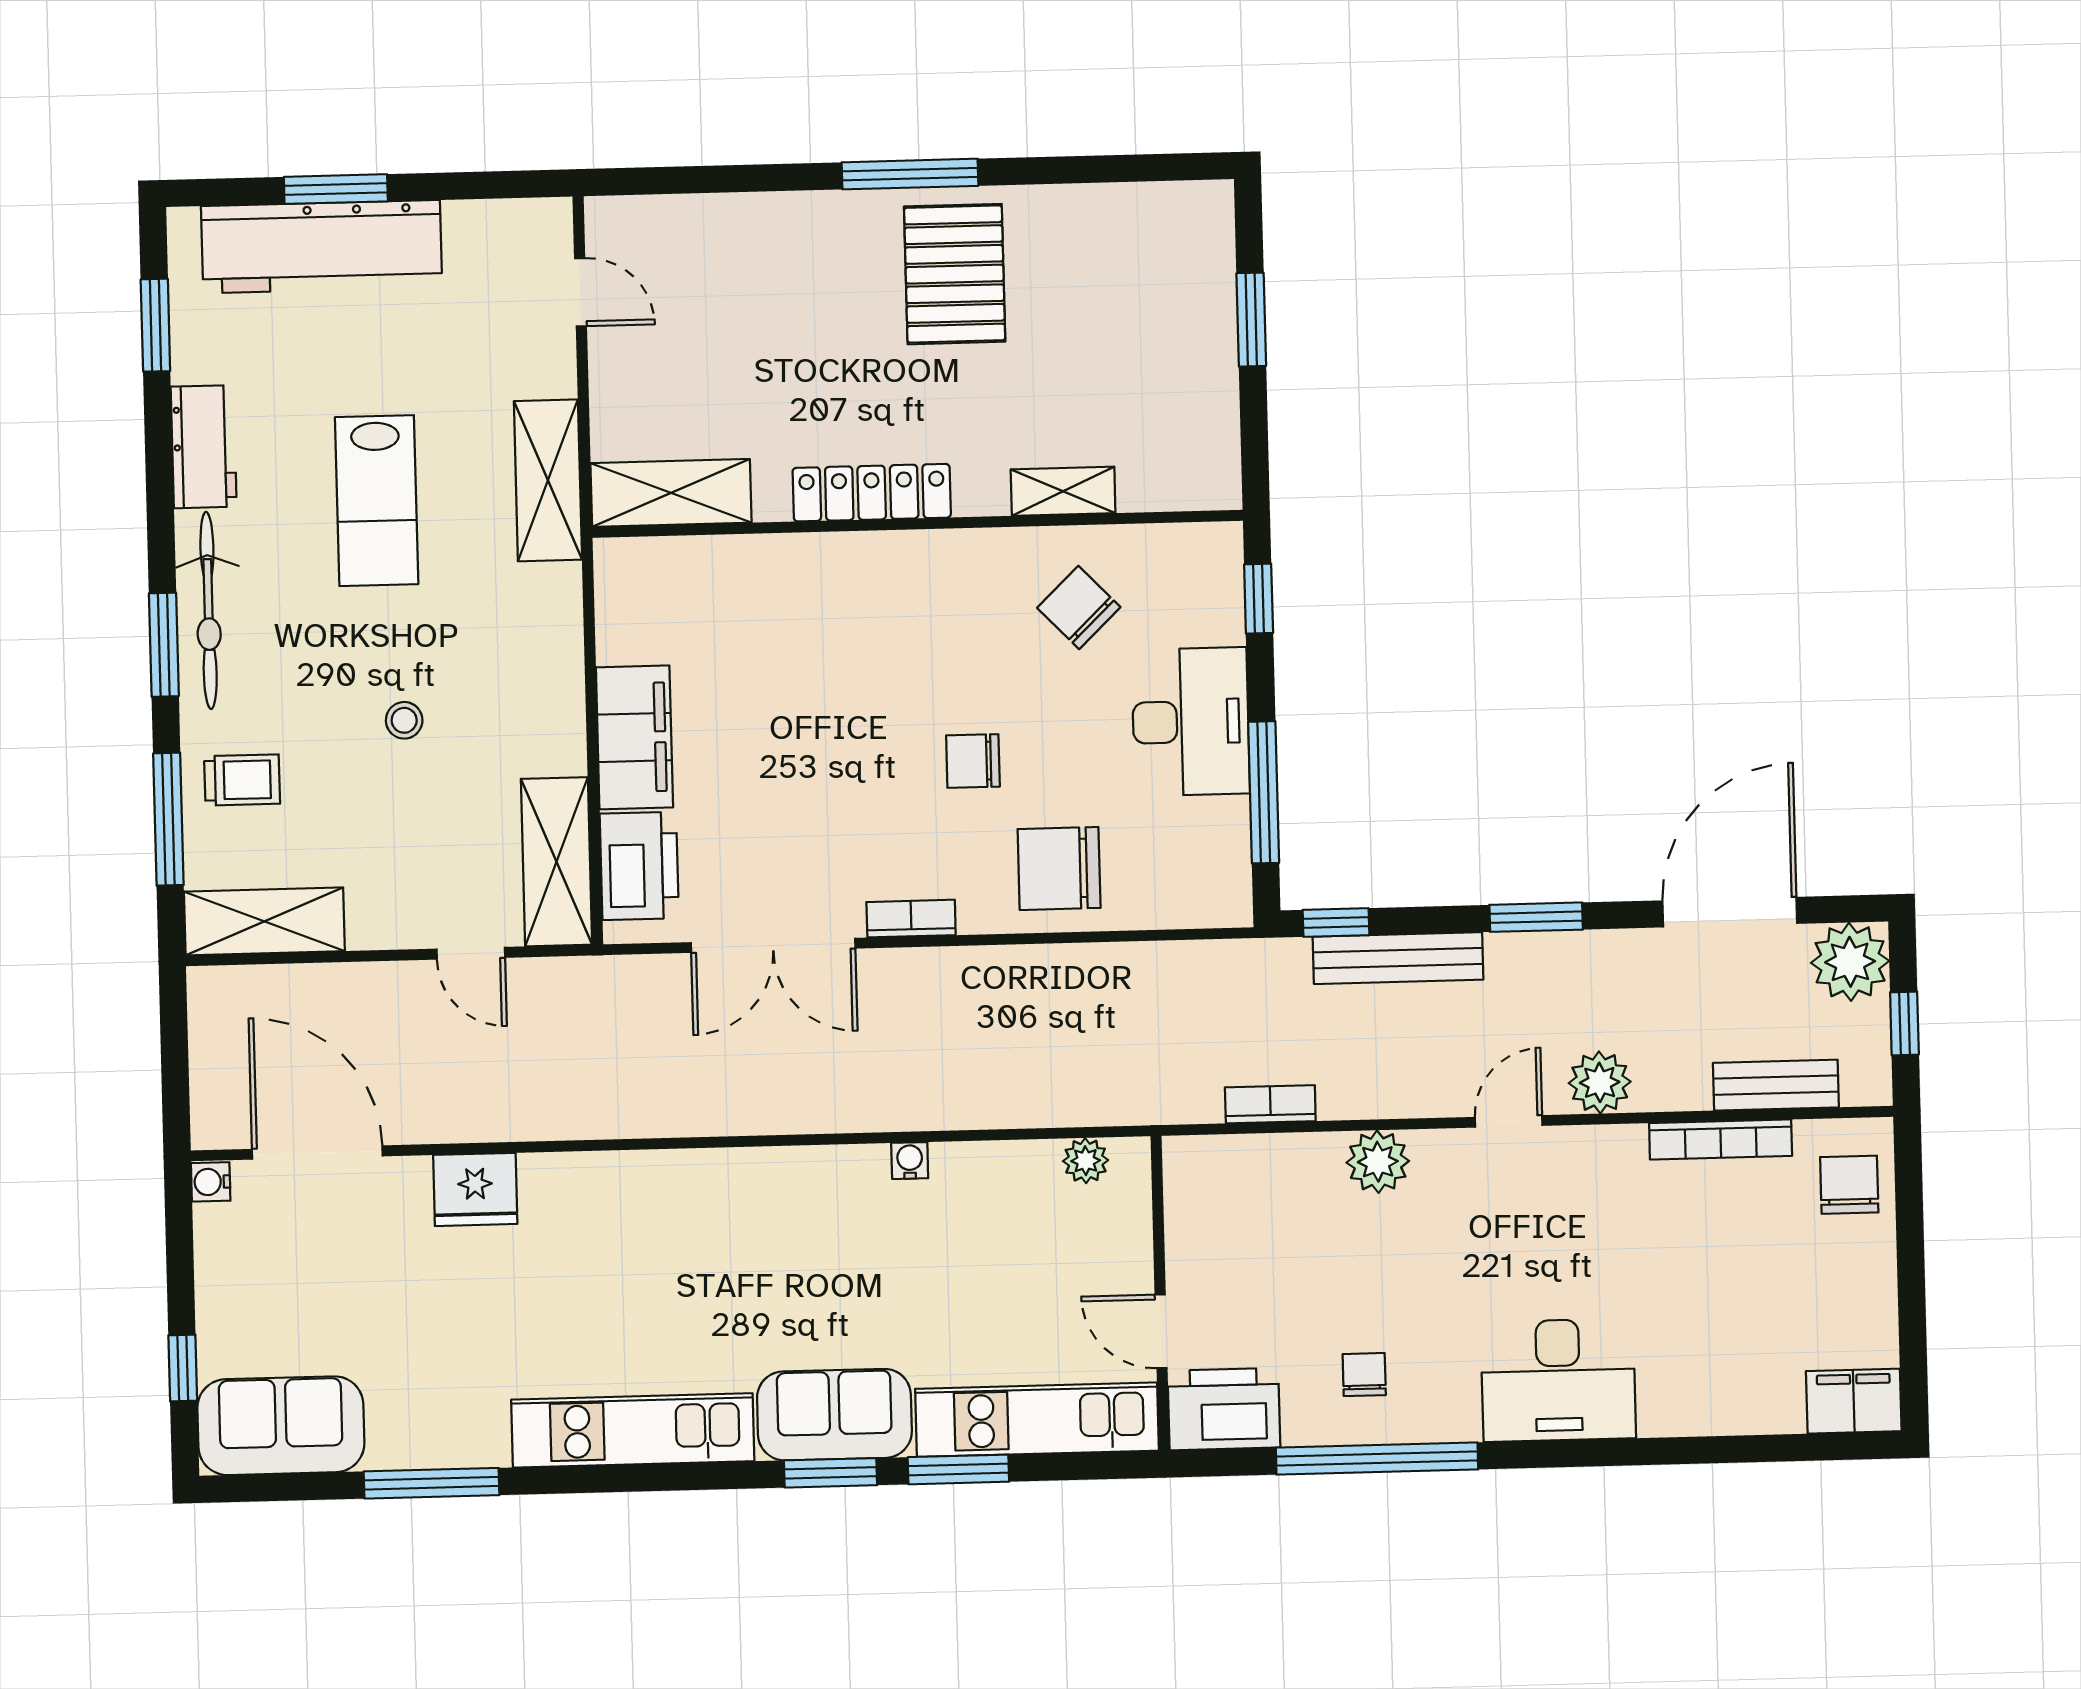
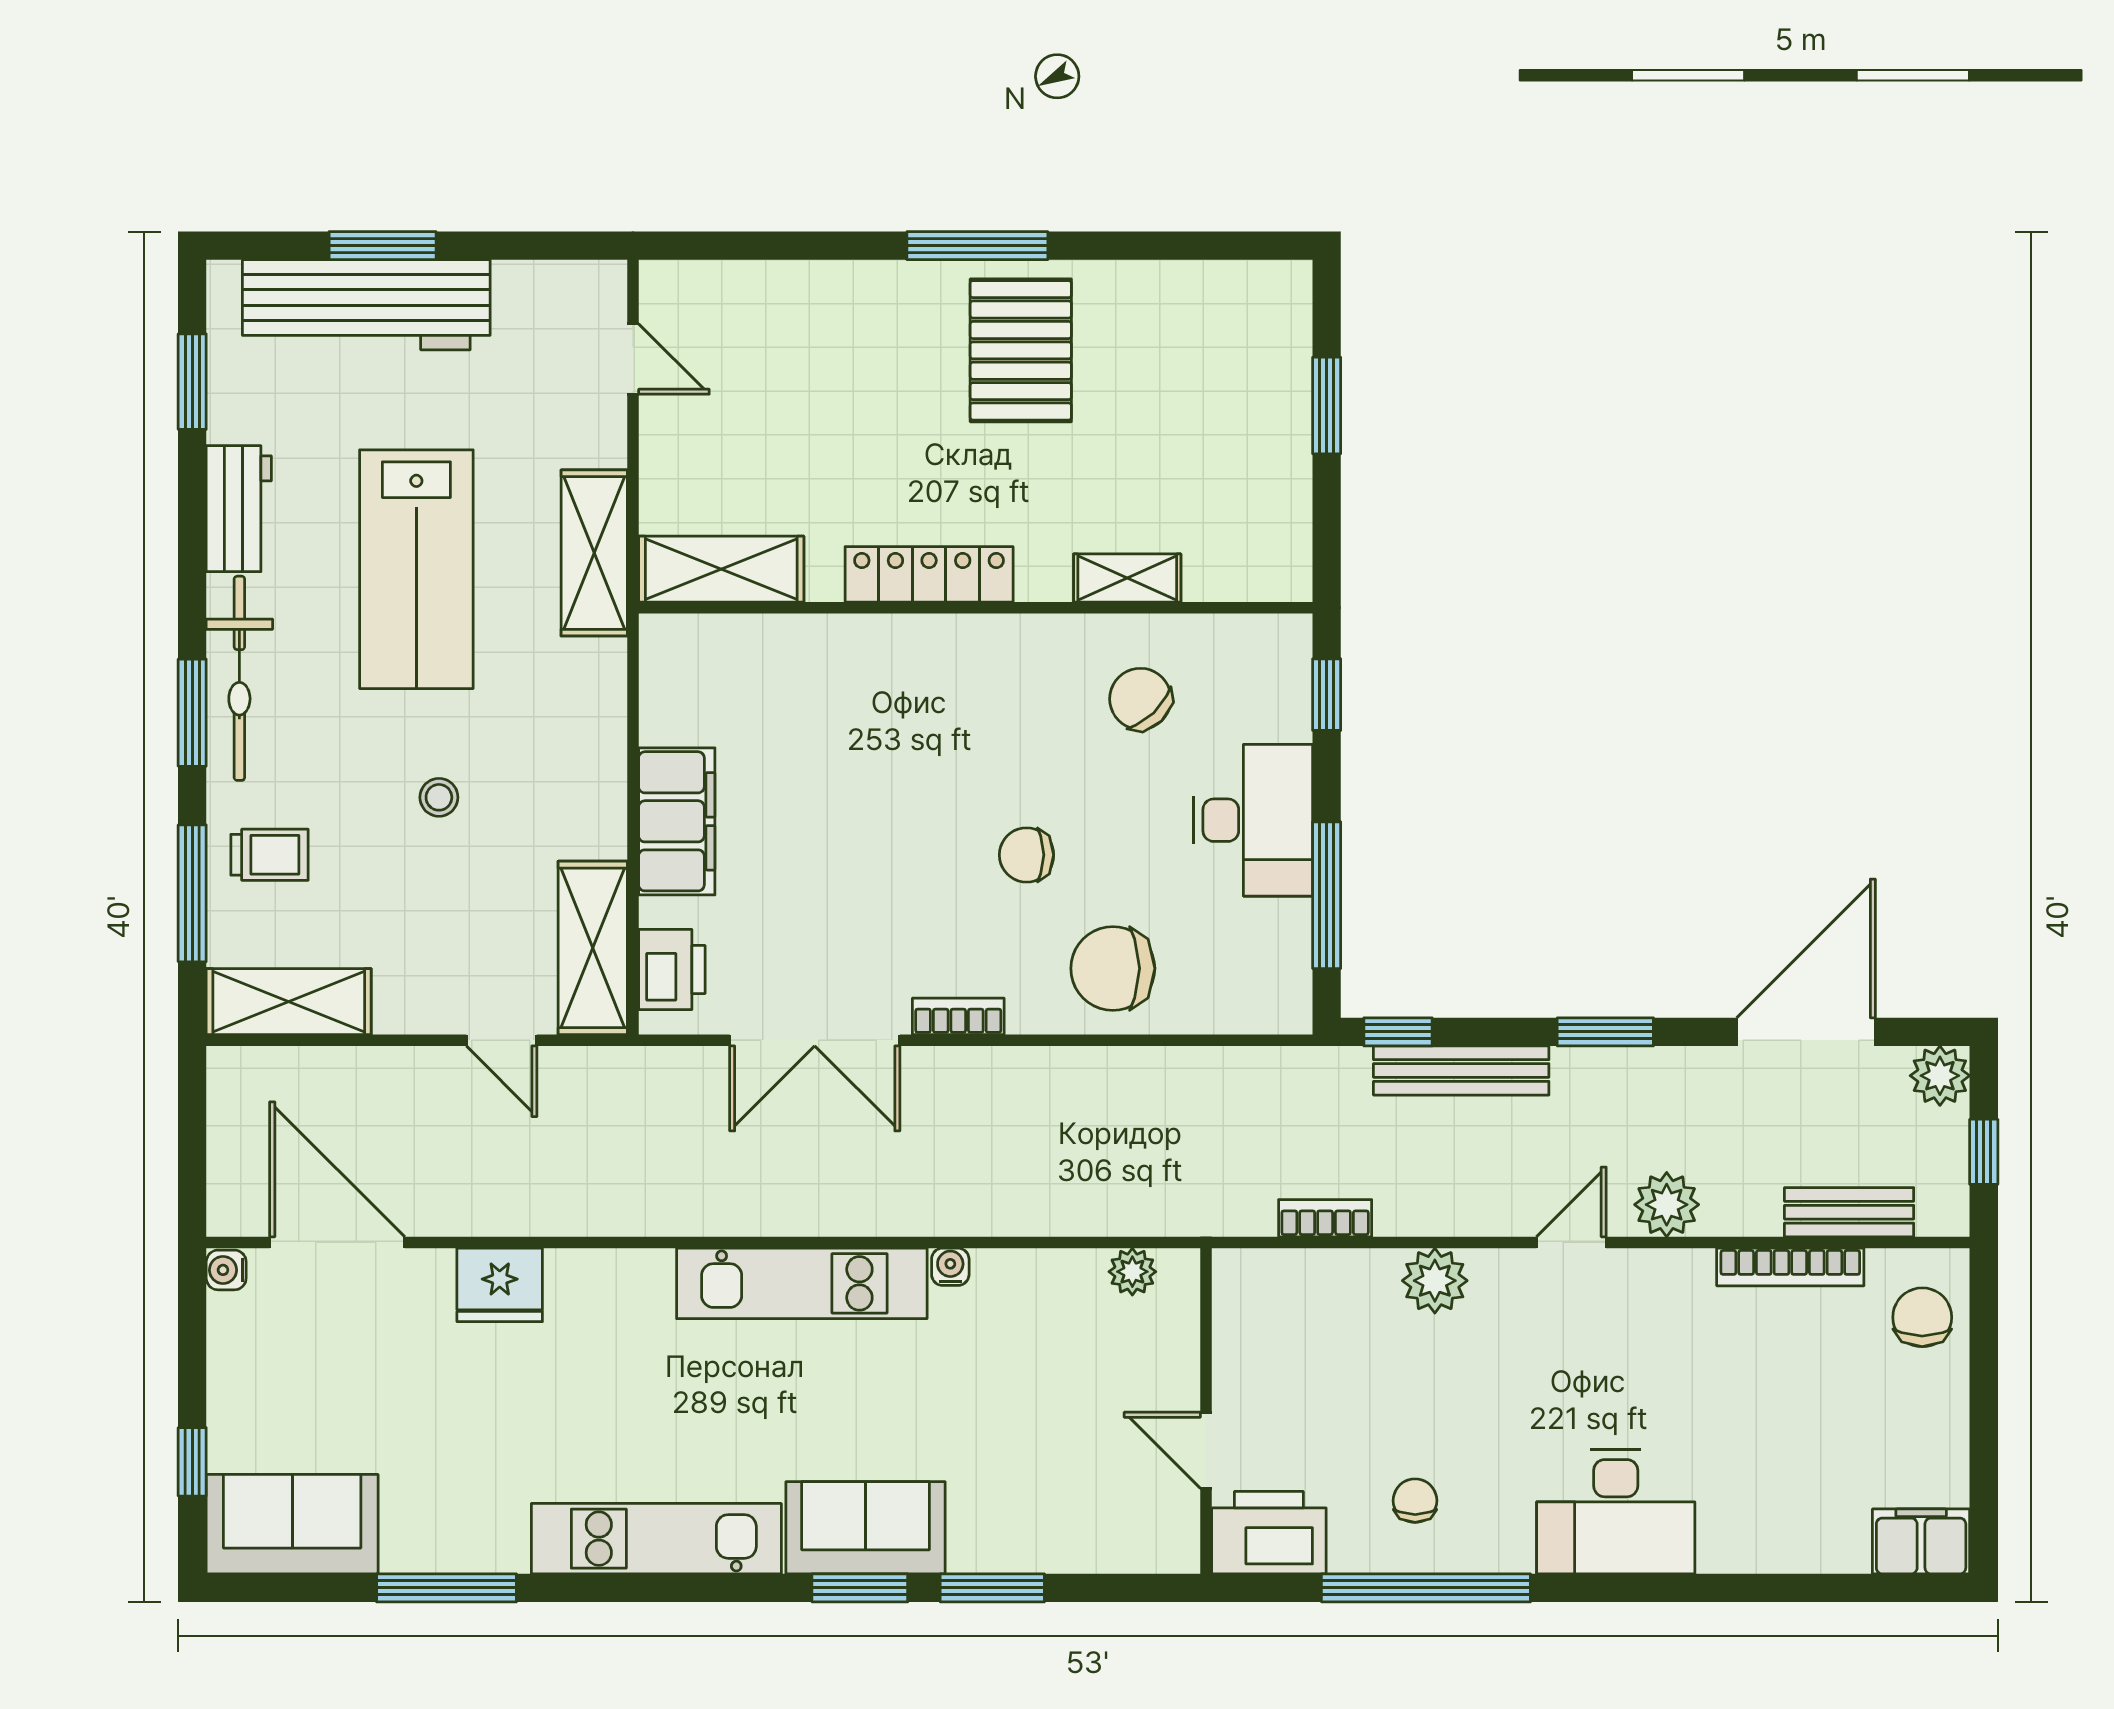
lab bench: (377, 501) -> (416, 569), width x1.36, depth x1.39
printer: (639, 866) -> (672, 970), width x0.73, depth x0.84
plant: (1850, 962) -> (1940, 1076), width x0.73, depth x0.73
kitchen unit: (1037, 1420) -> (802, 1283), moved, turned 180

